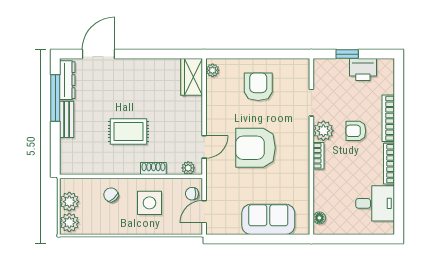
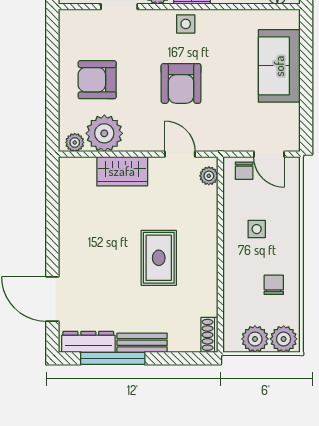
wardrobe: (192, 77) -> (122, 171), moved
plant: (219, 92) -> (104, 133), added
armchair: (256, 148) -> (181, 83), width x0.73, depth x0.73
side table: (299, 151) -> (186, 24), added
shoe rack: (153, 168) -> (209, 335), moved
chair: (111, 195) -> (274, 285), moved, turned 132
side table: (149, 203) -> (257, 229), width x0.54, depth x0.54

